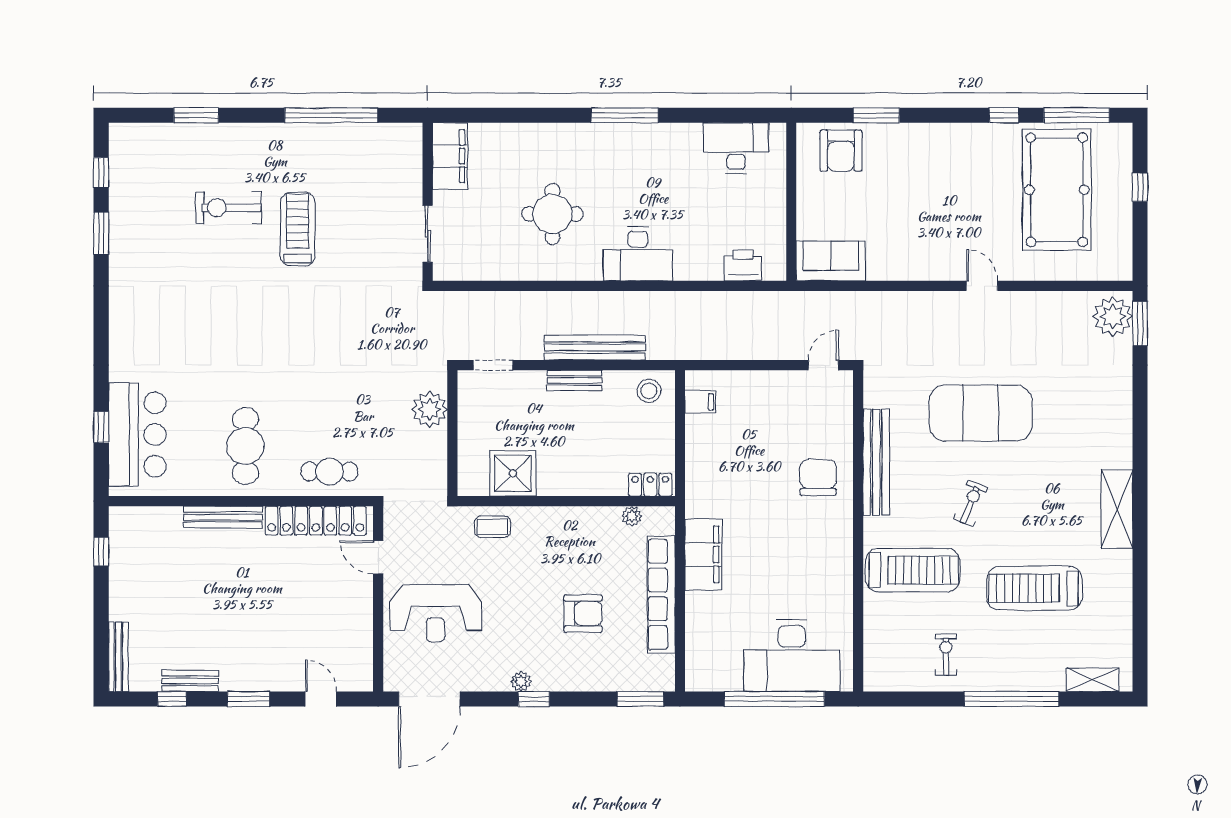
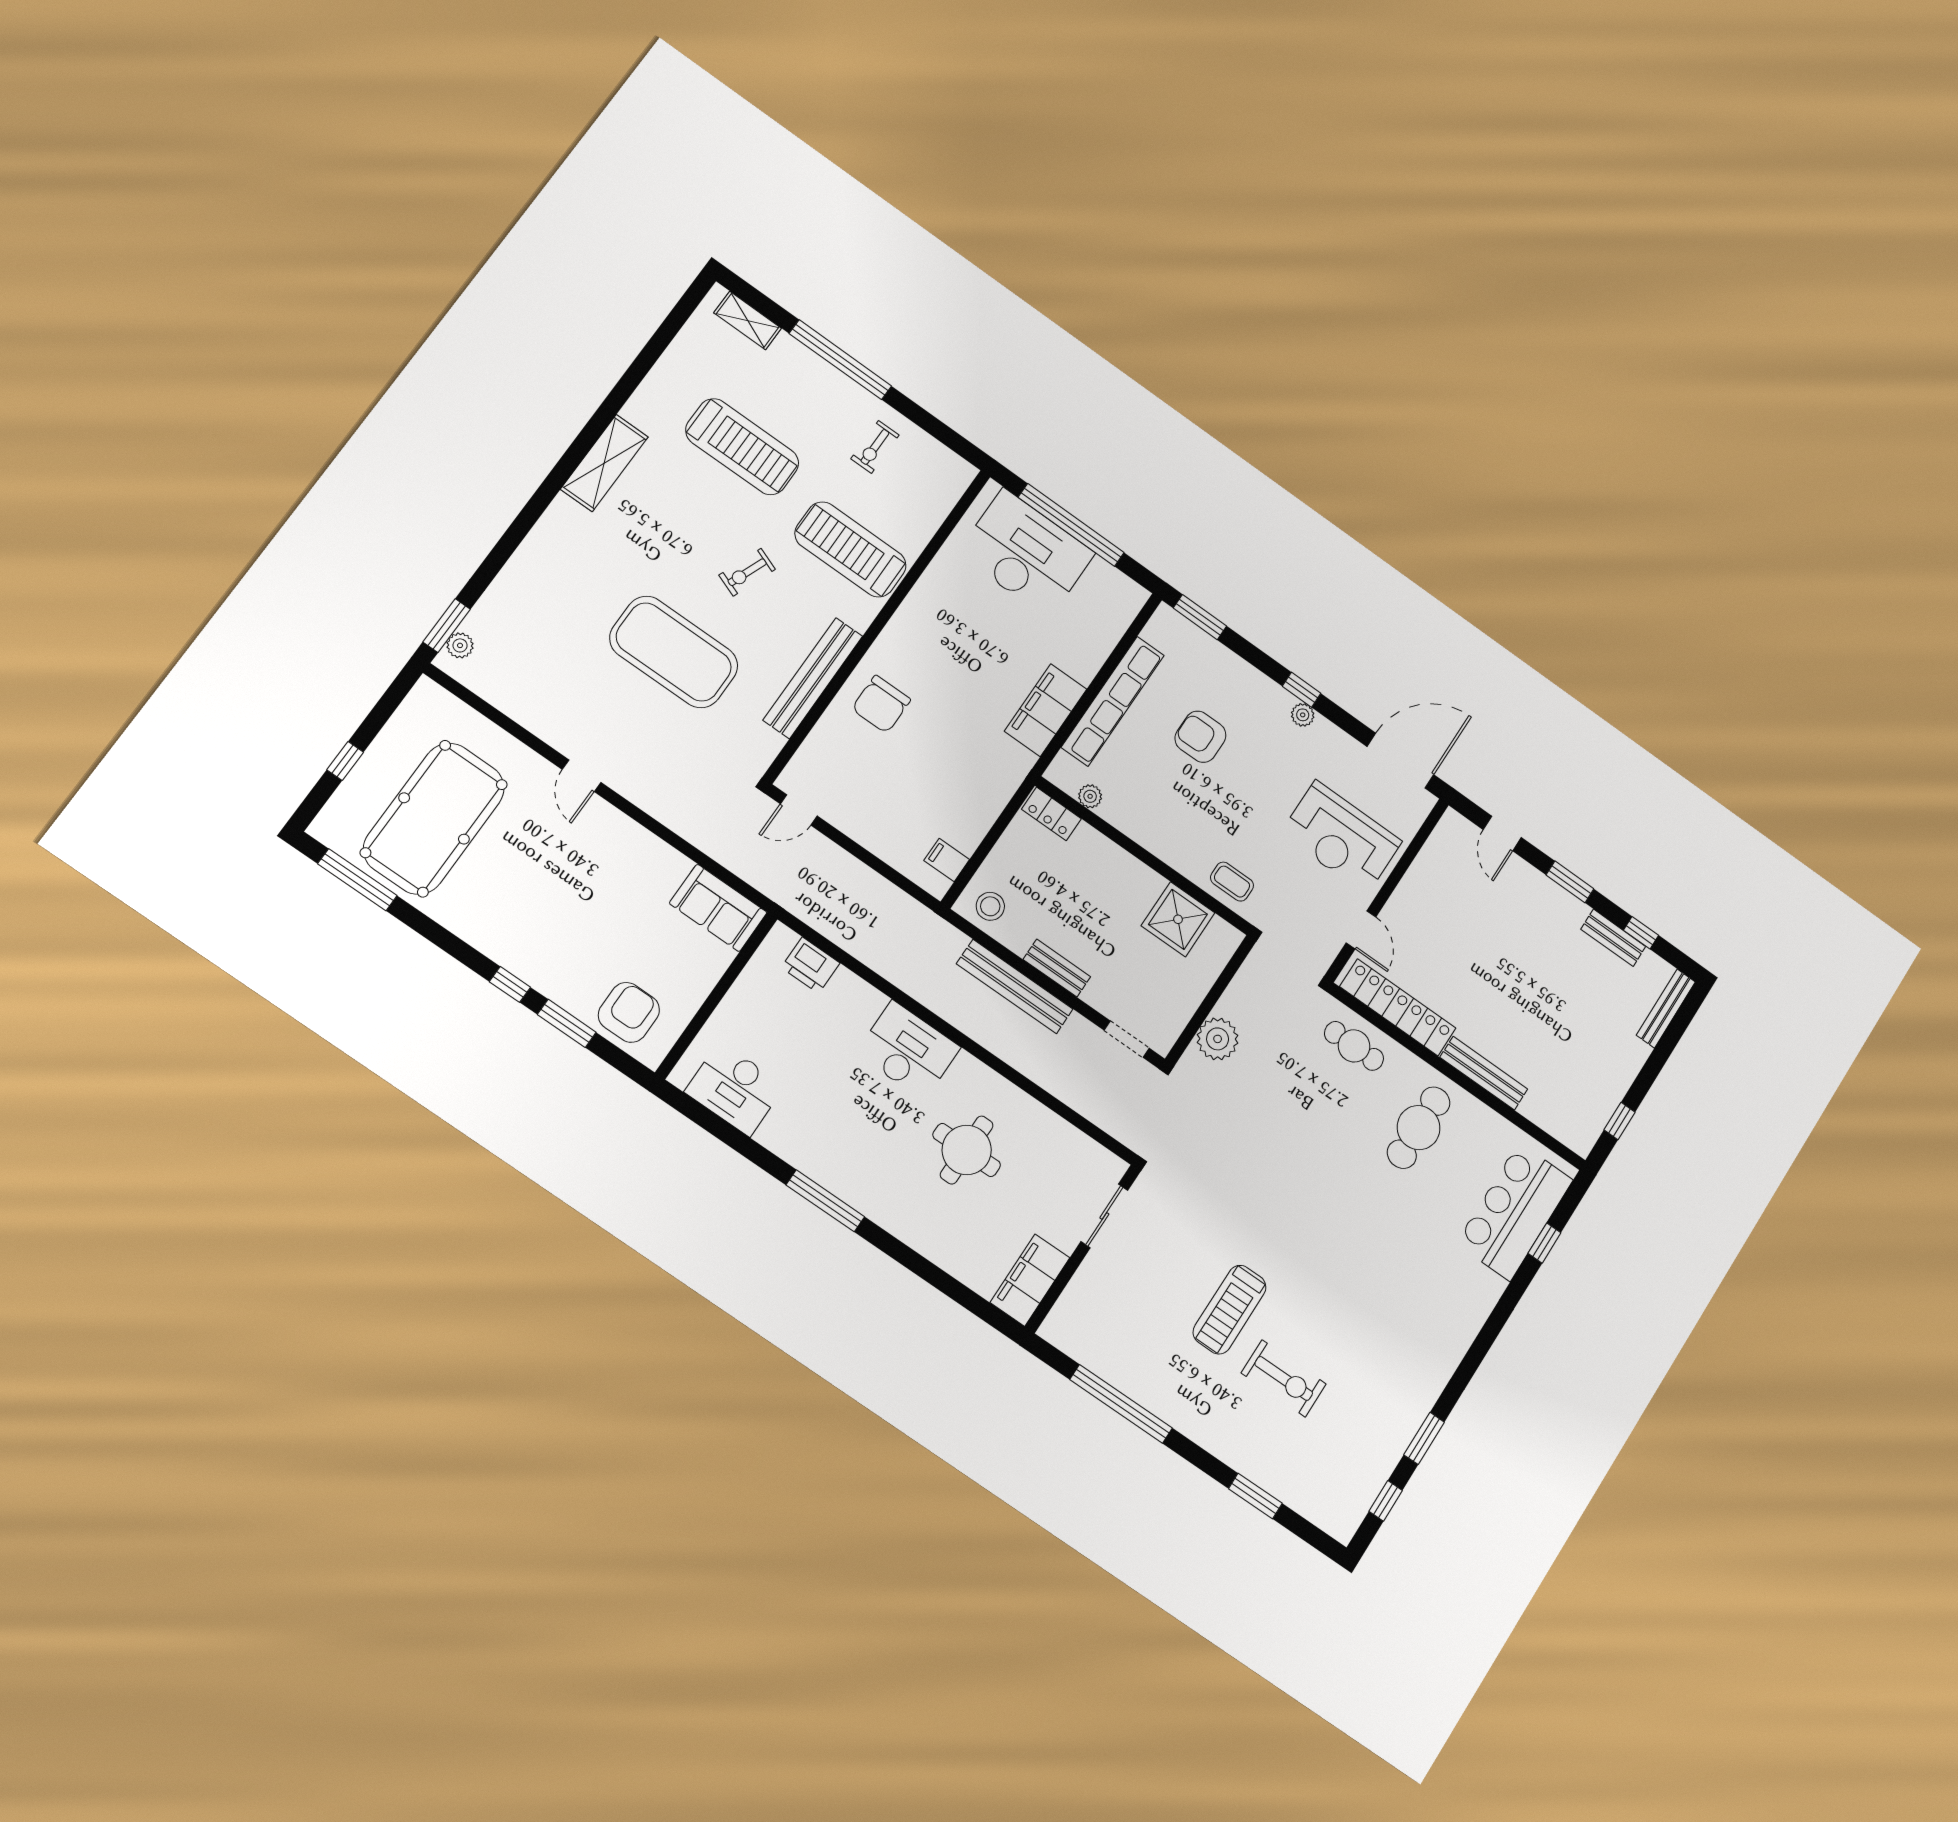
window: (1004, 115) -> (510, 984), moved
plant: (1113, 317) -> (460, 645), width x0.53, depth x0.53
reception desk: (436, 613) -> (1341, 837), turned 180

